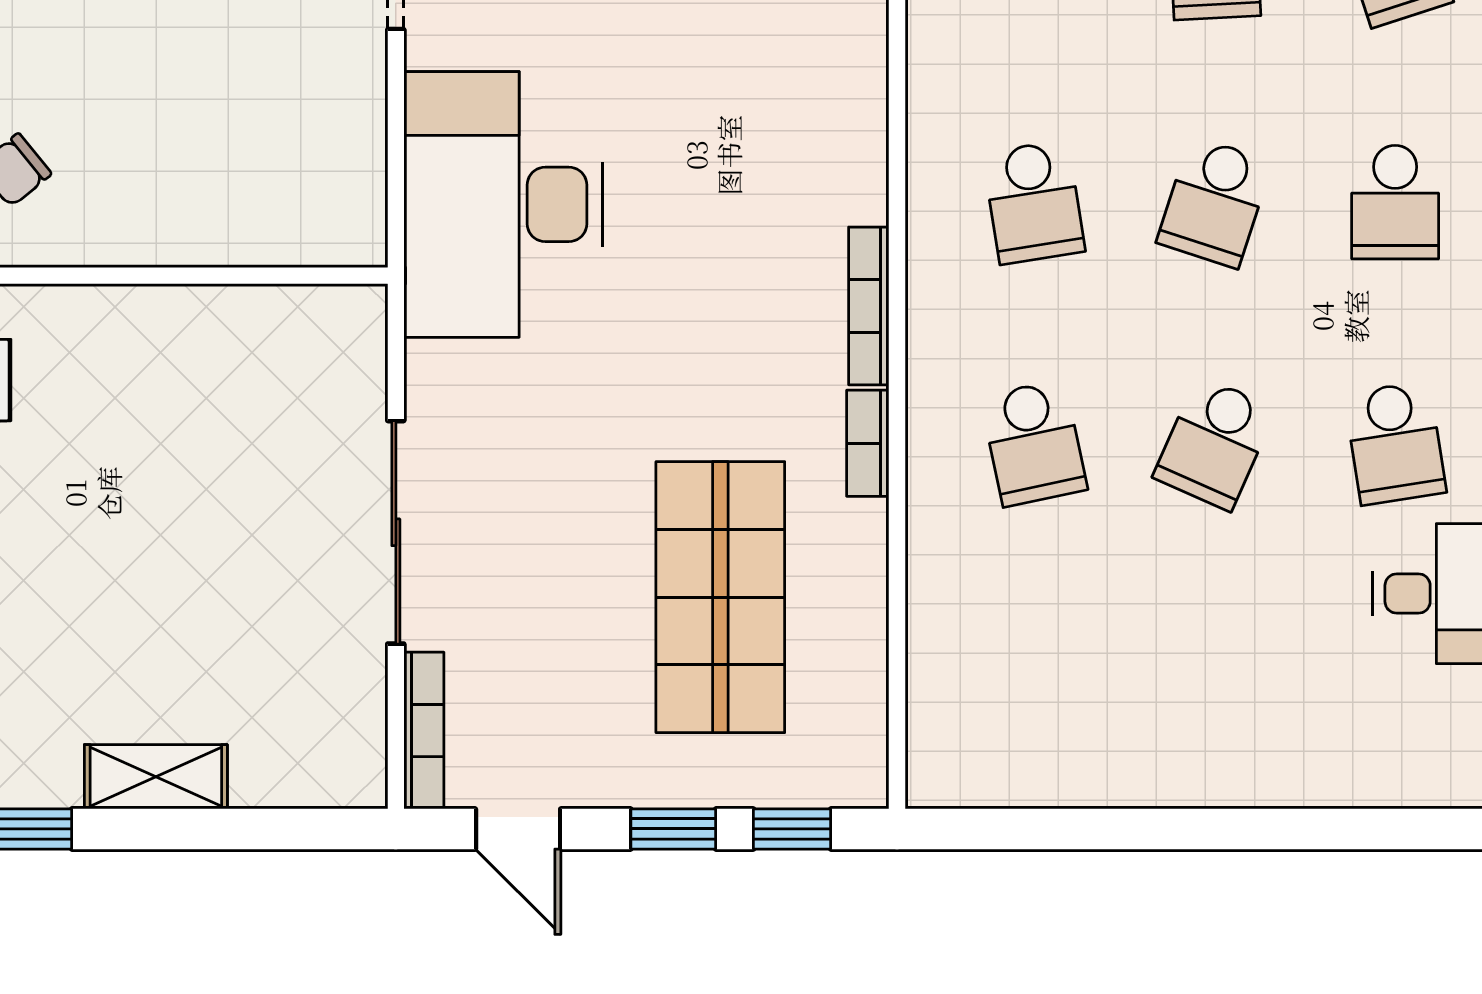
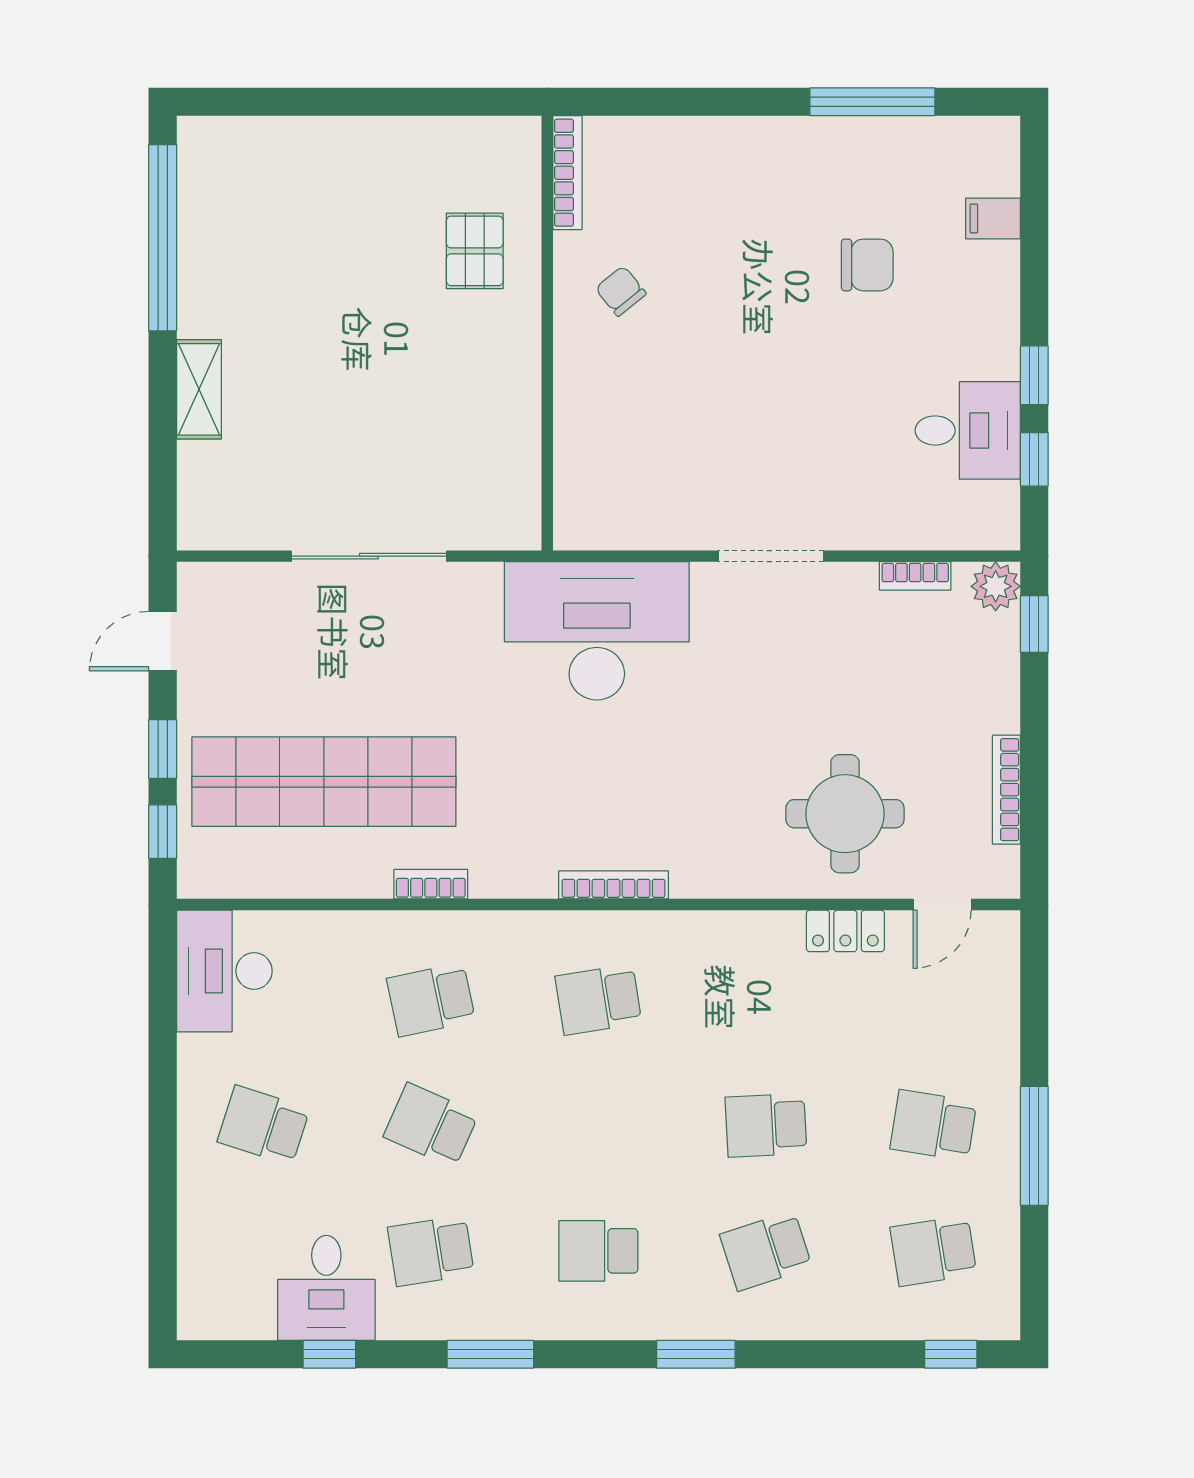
school desk: (1214, 202) -> (263, 1125), moved
bookcase: (869, 306) -> (613, 885), moved
shop shelf: (720, 597) -> (324, 782), width x1.40
bookcase: (424, 731) -> (231, 576), removed
desk: (993, 740) -> (224, 971), added

